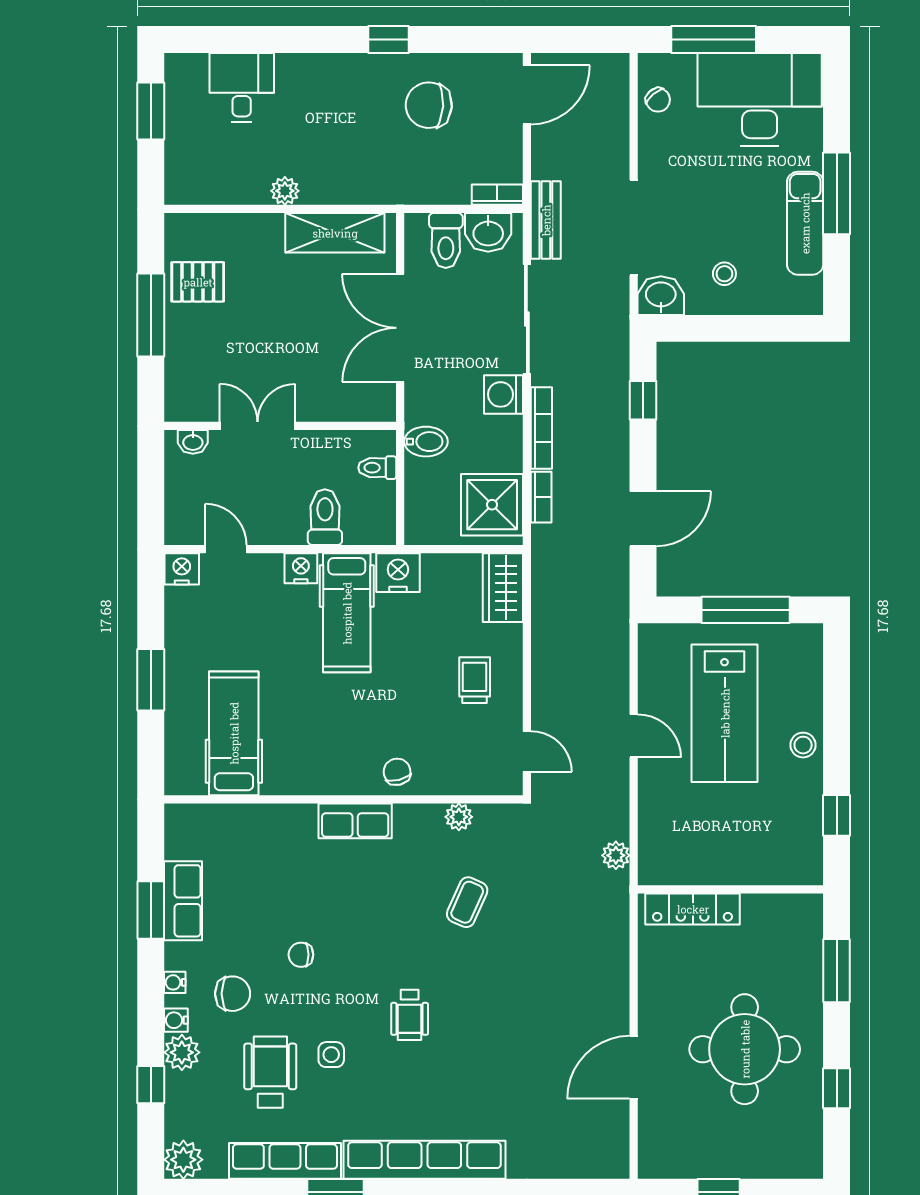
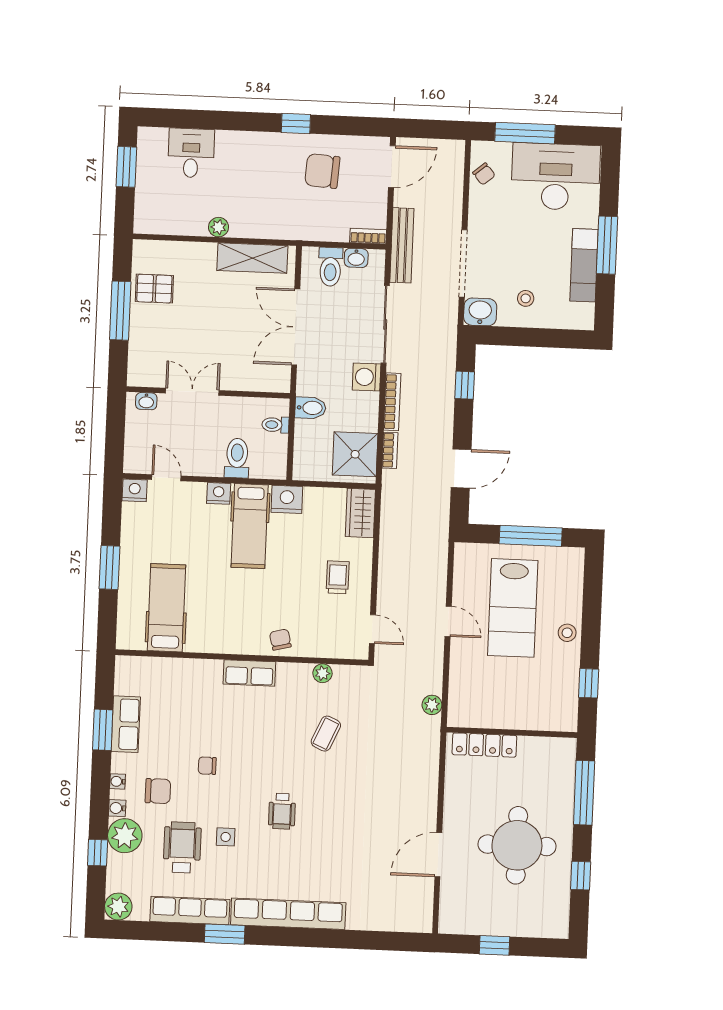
bench: (546, 220) -> (402, 245), width x1.36
washbasin: (488, 232) -> (356, 258), width x0.72, depth x0.69
window: (837, 971) -> (584, 793), width x1.44
plant: (182, 1052) -> (125, 836), width x1.36, depth x1.36

